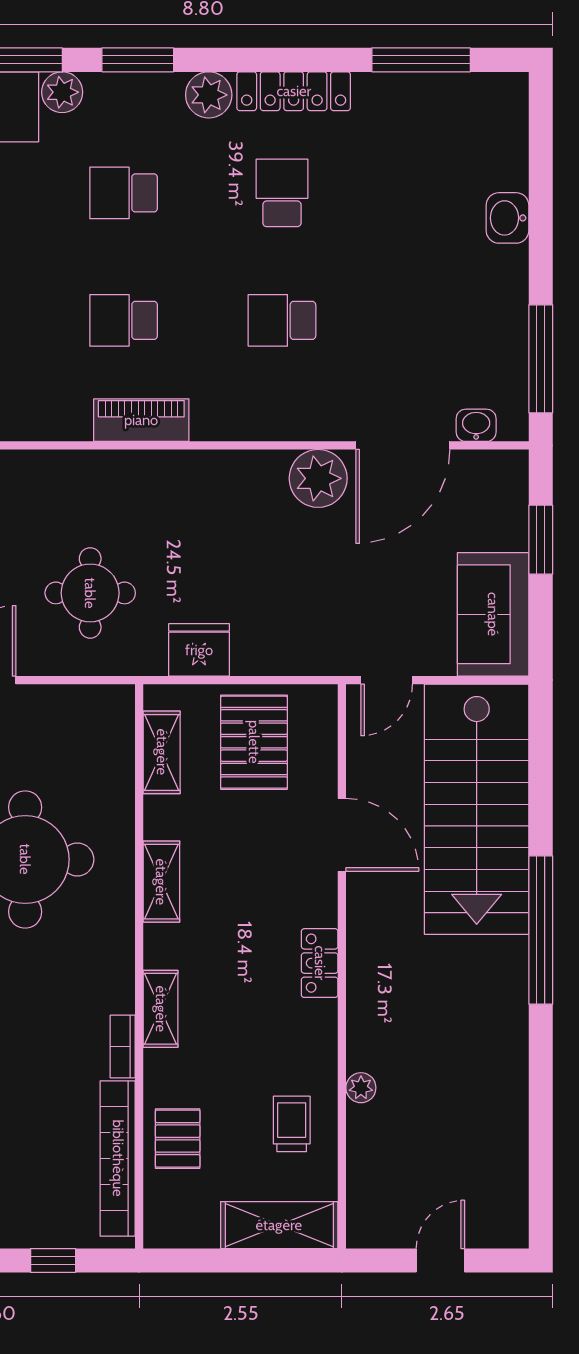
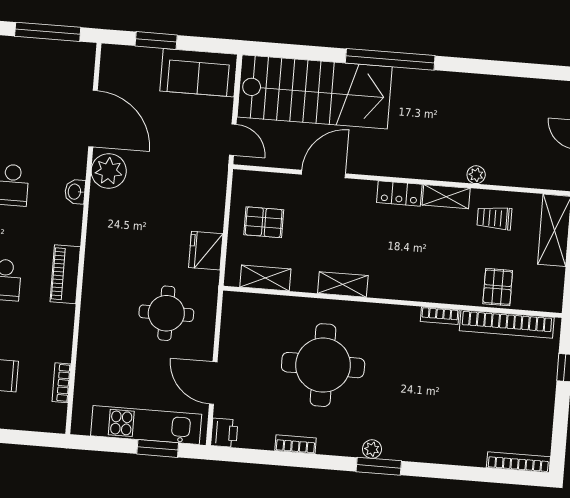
washbasin: (476, 425) -> (75, 192), moved
pallet: (254, 742) -> (264, 222), width x0.67, depth x0.71
shelving: (161, 1009) -> (446, 197), moved
pallet: (178, 1139) -> (498, 287), turned 90

